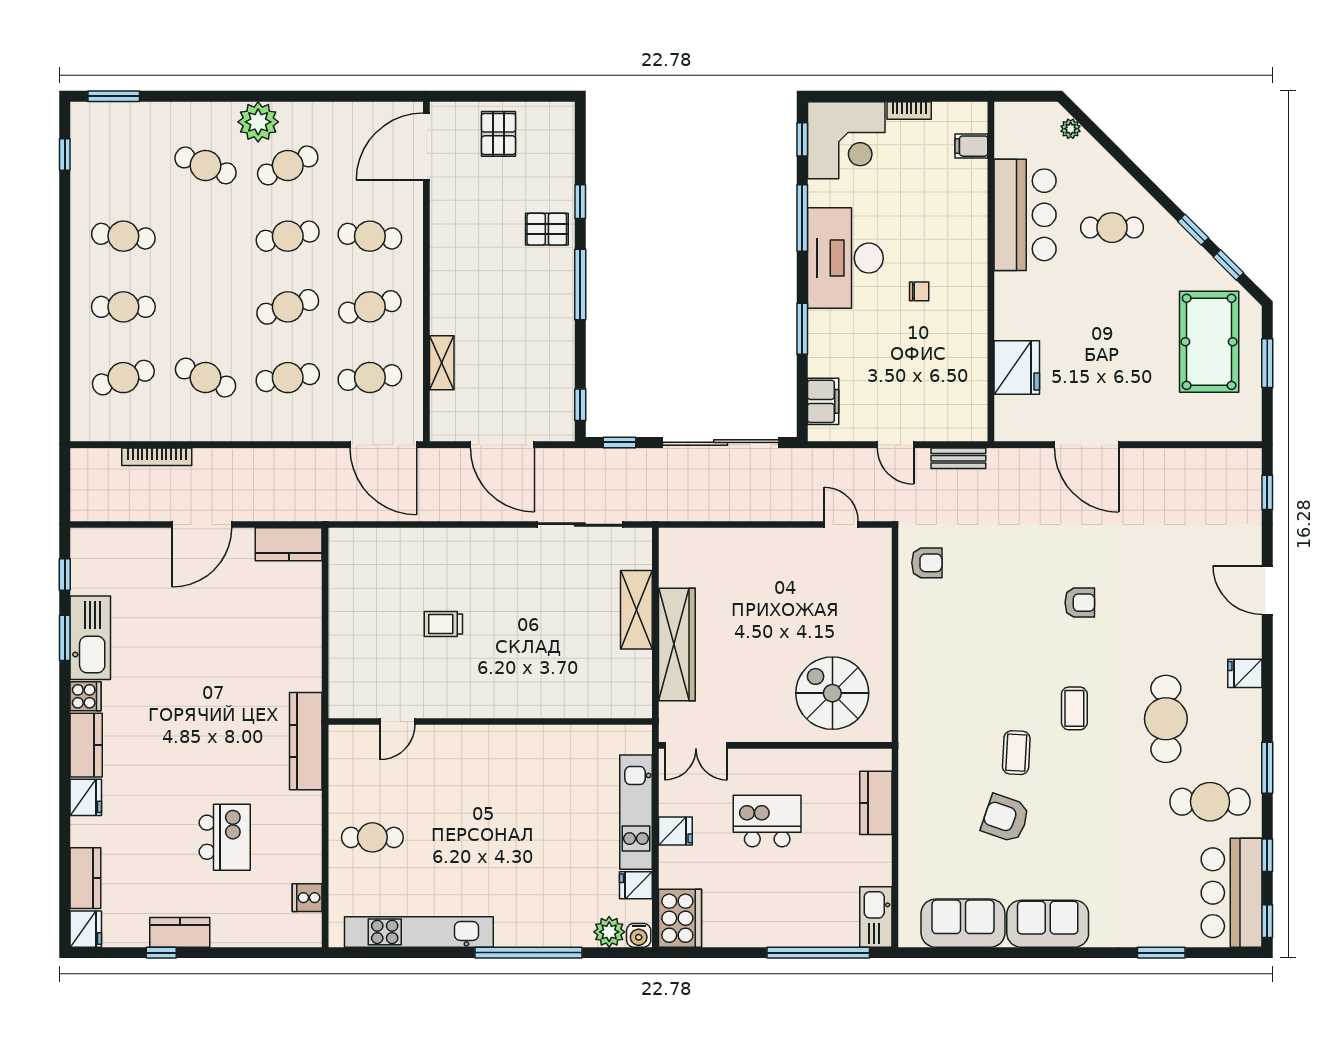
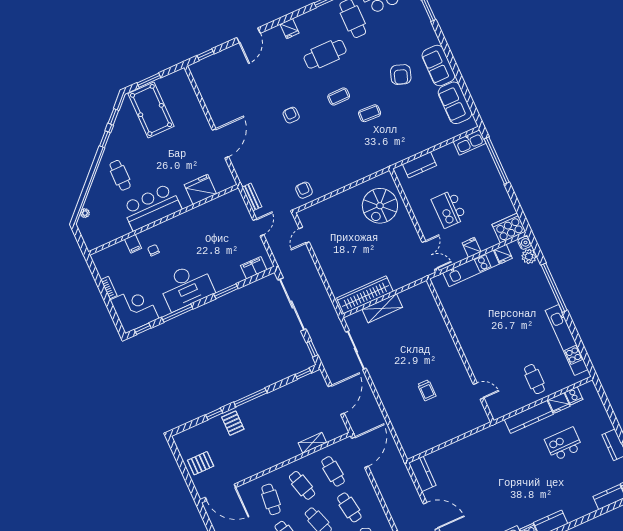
filing cabinet: (971, 146) -> (133, 244), moved
bar counter: (1025, 215) -> (152, 207), moved
chair: (919, 291) -> (153, 250), moved
pool table: (1209, 342) -> (151, 110), turned 90
wardrobe: (677, 644) -> (365, 295), moved
kitchen counter: (306, 741) -> (529, 417), moved
fridge: (86, 797) -> (559, 403), moved, turned 180
armchair: (1005, 818) -> (401, 75), moved

